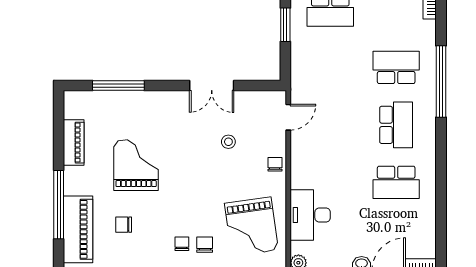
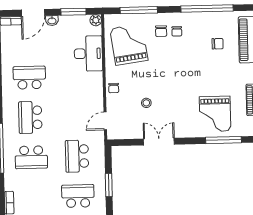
school desk: (330, 67) -> (77, 156), added
grand piano: (136, 165) -> (215, 114), moved

